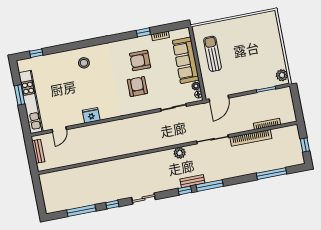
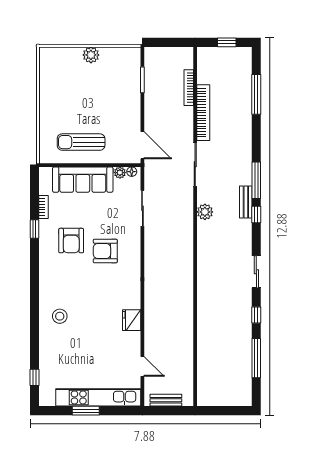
plant: (282, 75) -> (91, 55), moved

